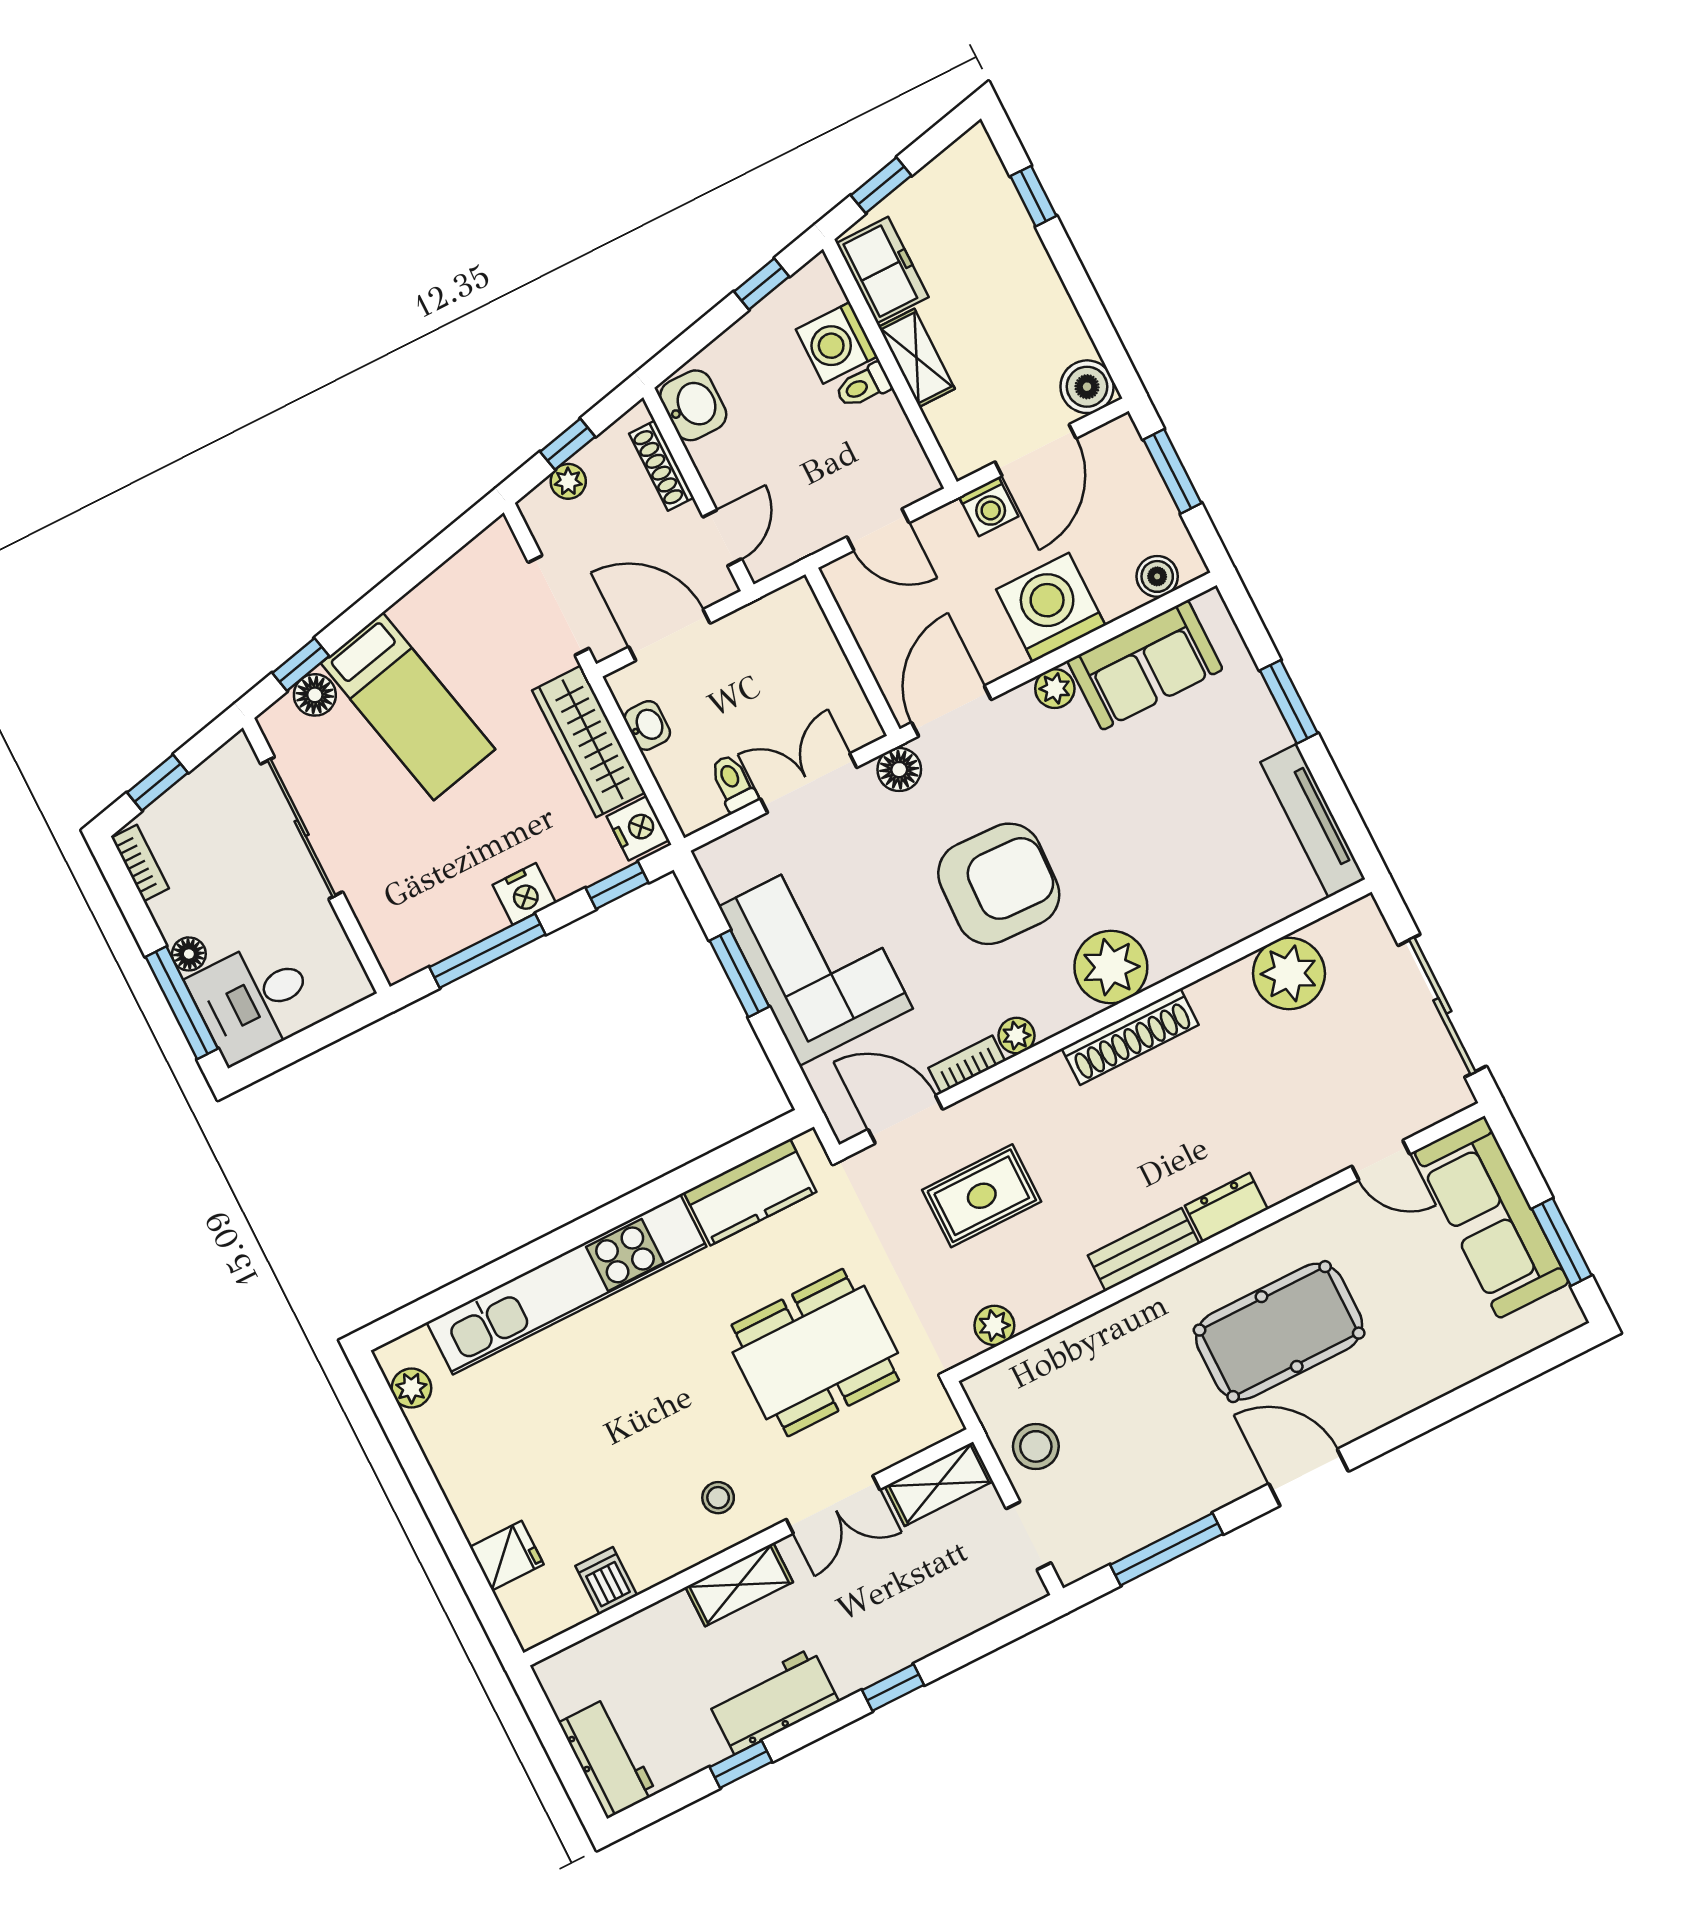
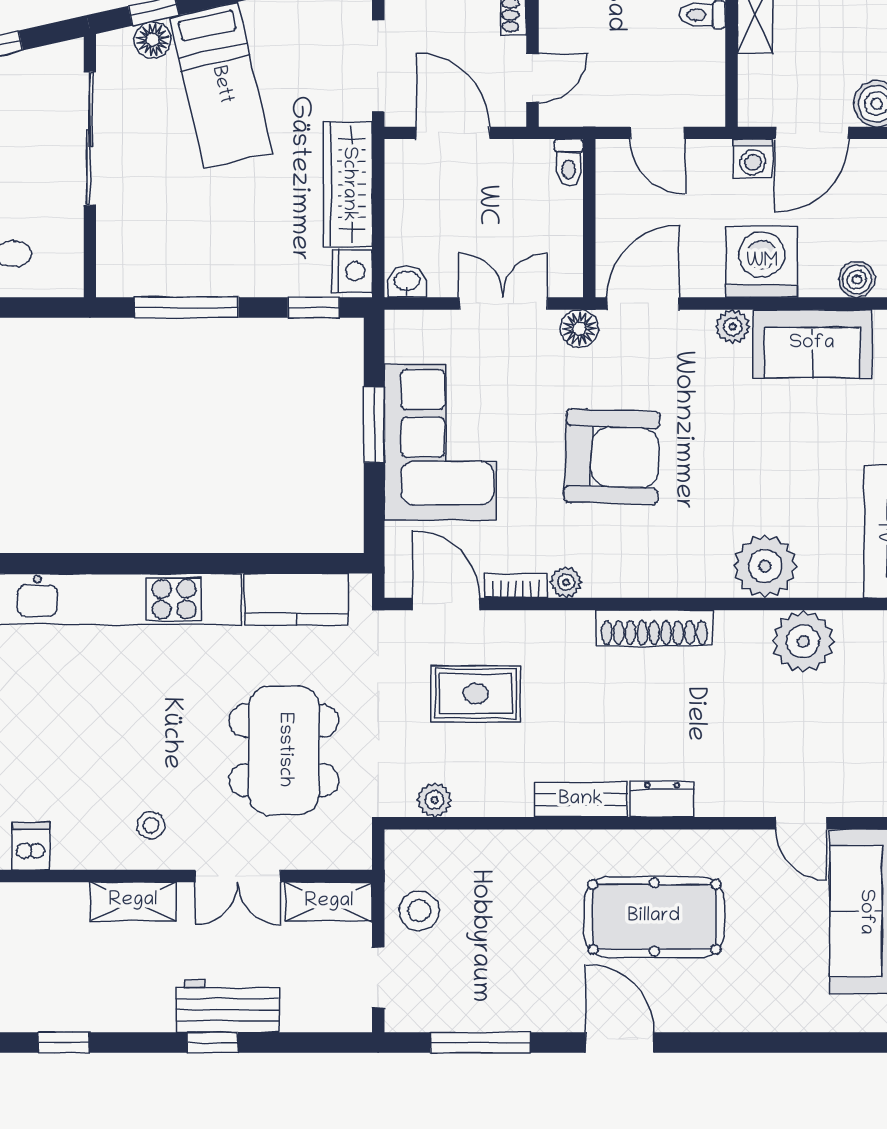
washbasin: (647, 725) -> (407, 282), moved, turned -90
toilet: (733, 783) -> (569, 163), moved, turned 180
nightstand: (524, 894) -> (238, 278), removed
plant: (1111, 967) -> (765, 566), moved
dining table: (815, 1353) -> (284, 750), turned 90
workbench: (773, 1701) -> (228, 1006), moved

